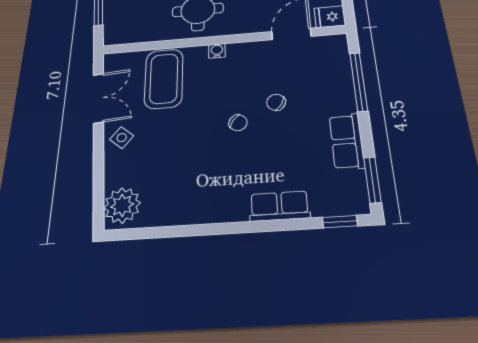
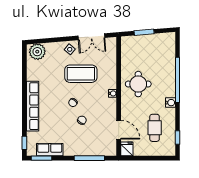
coffee table: (164, 78) -> (81, 74), moved
row of seats: (347, 141) -> (50, 150), moved
row of seats: (279, 206) -> (33, 106), width x2.02

